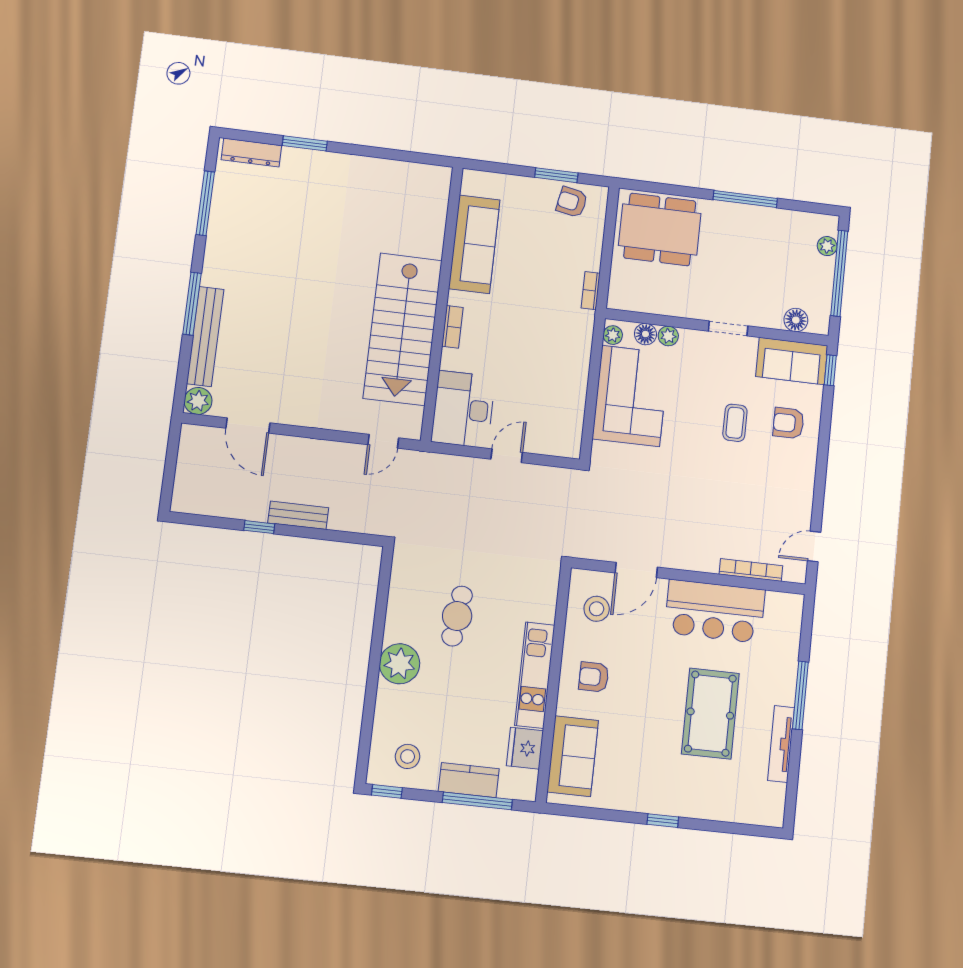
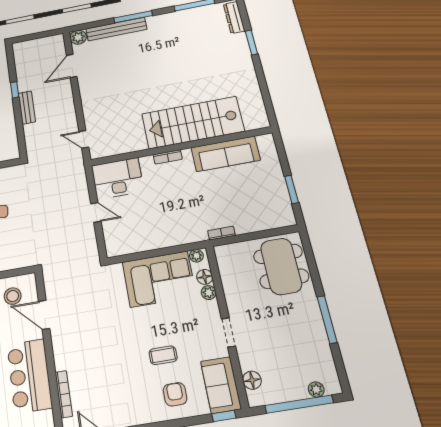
armchair: (572, 202) -> (277, 204), removed
stairs: (403, 329) -> (193, 123), moved

